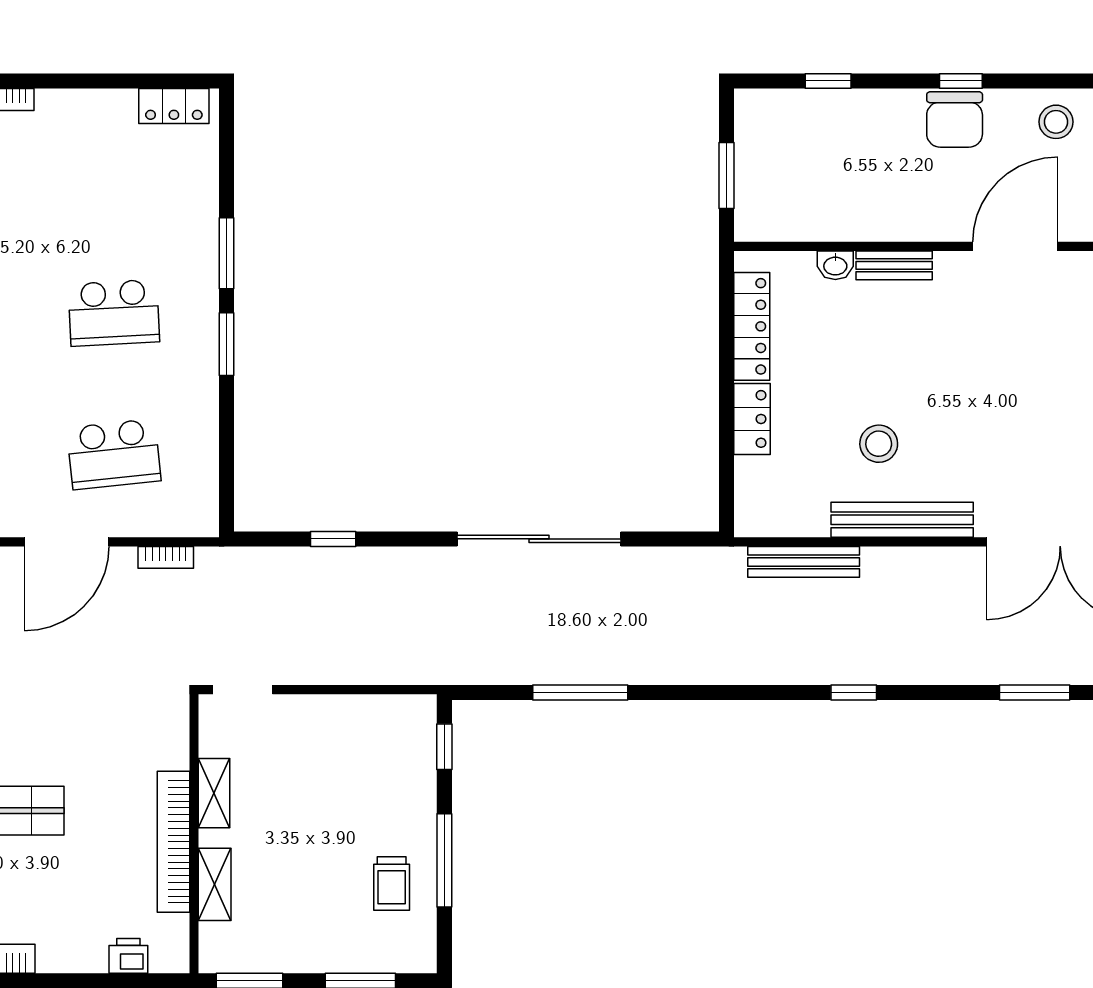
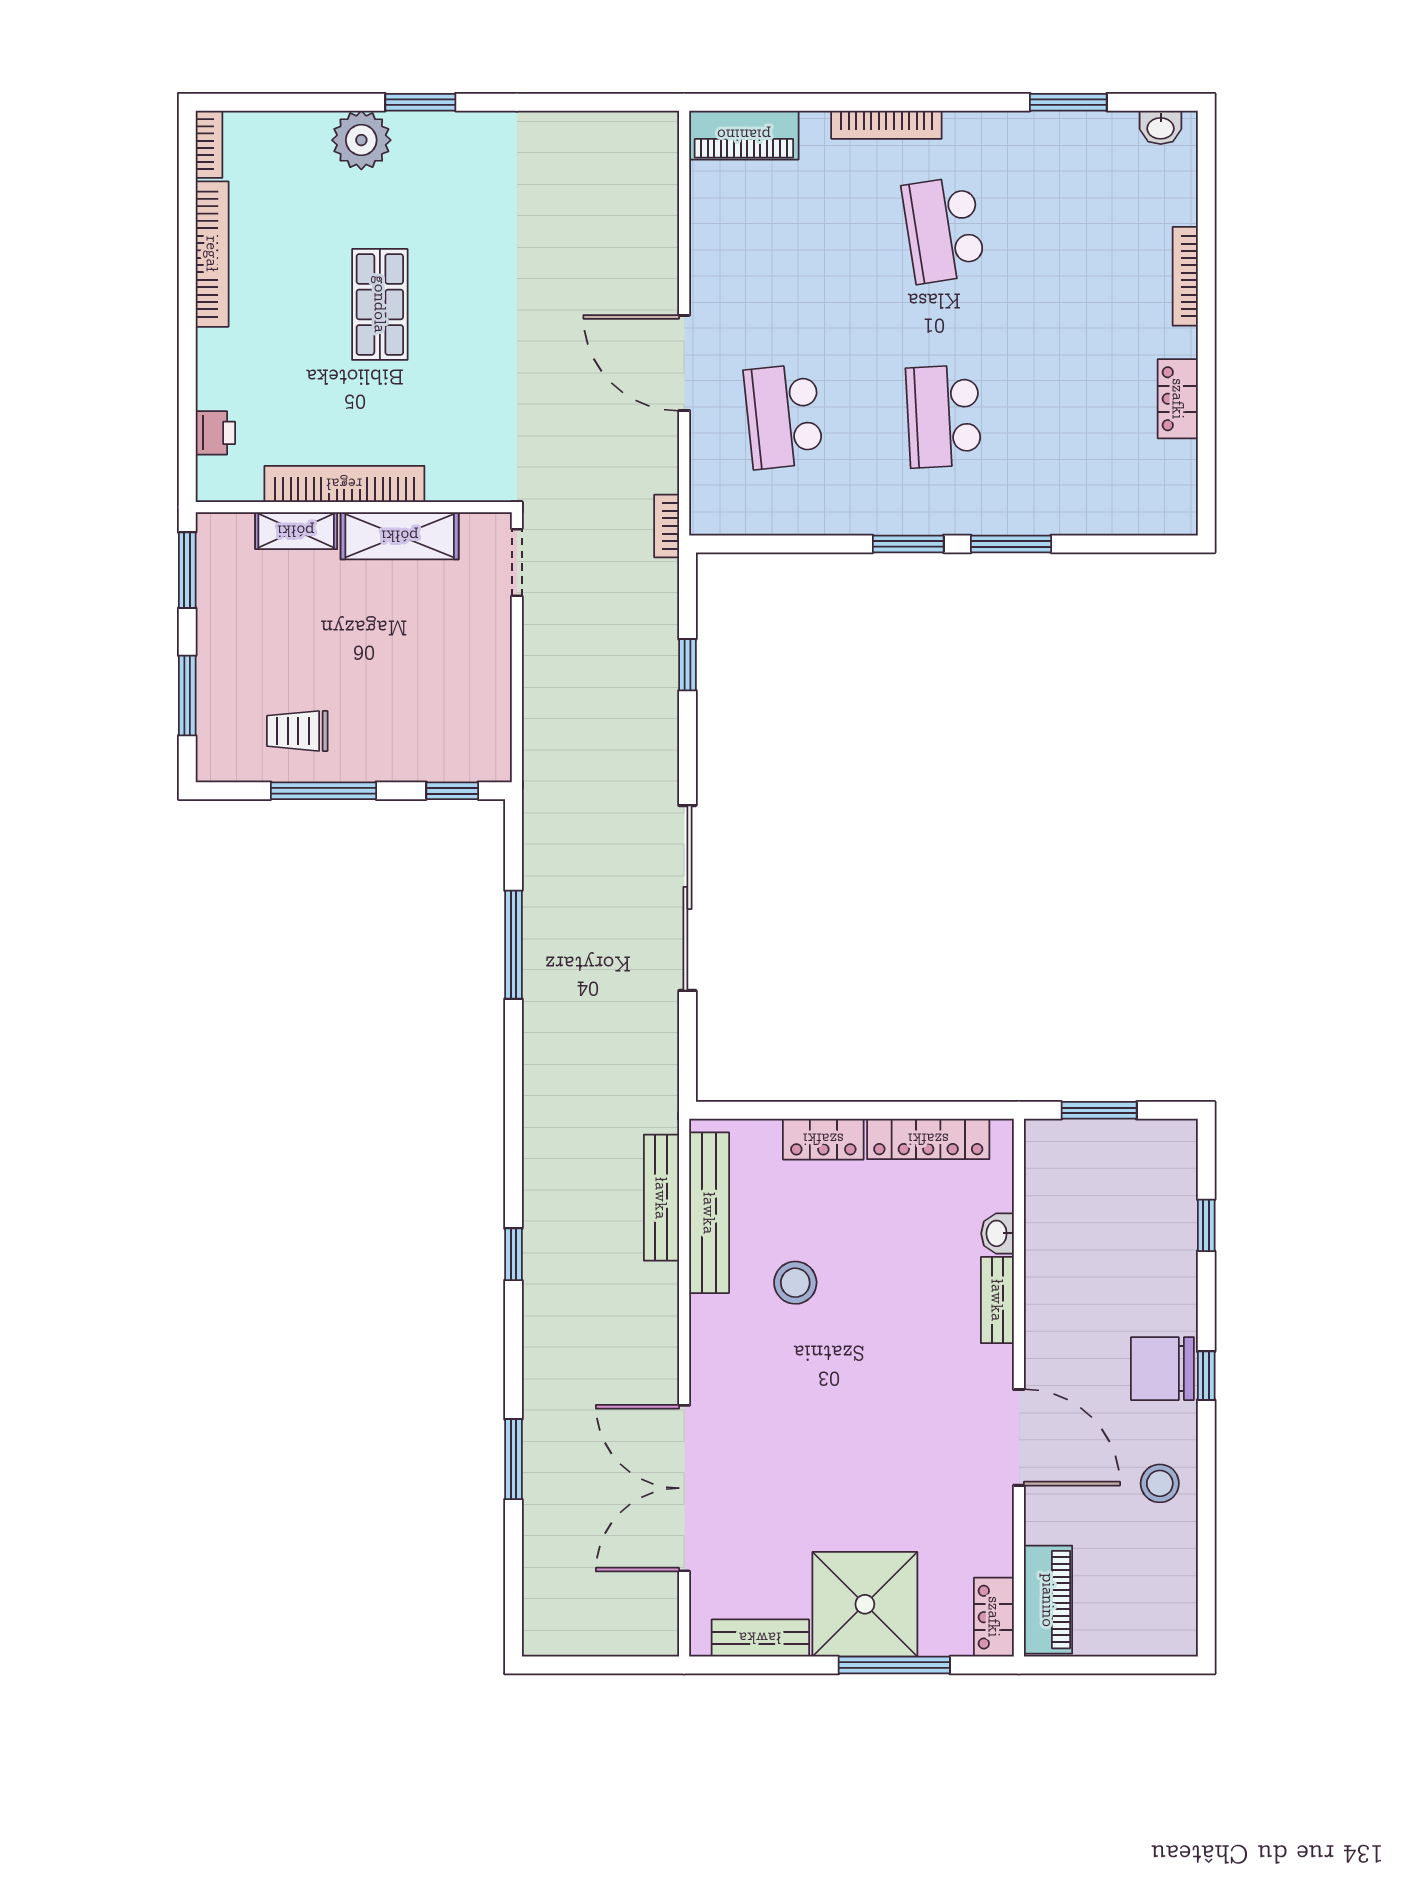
locker: (174, 106) -> (1178, 399), moved
bench: (902, 520) -> (709, 1213), moved
bookcase: (166, 557) -> (667, 526), moved
shelving: (214, 793) -> (400, 536), width x1.50, depth x1.33

